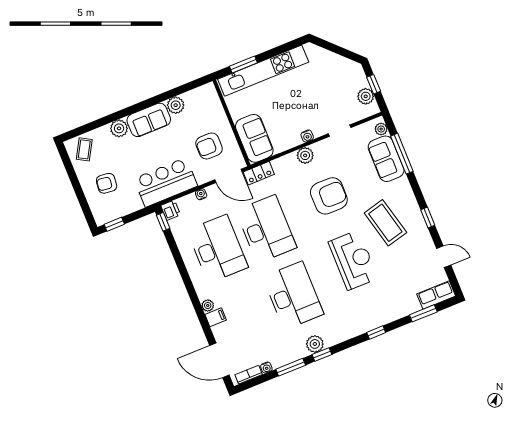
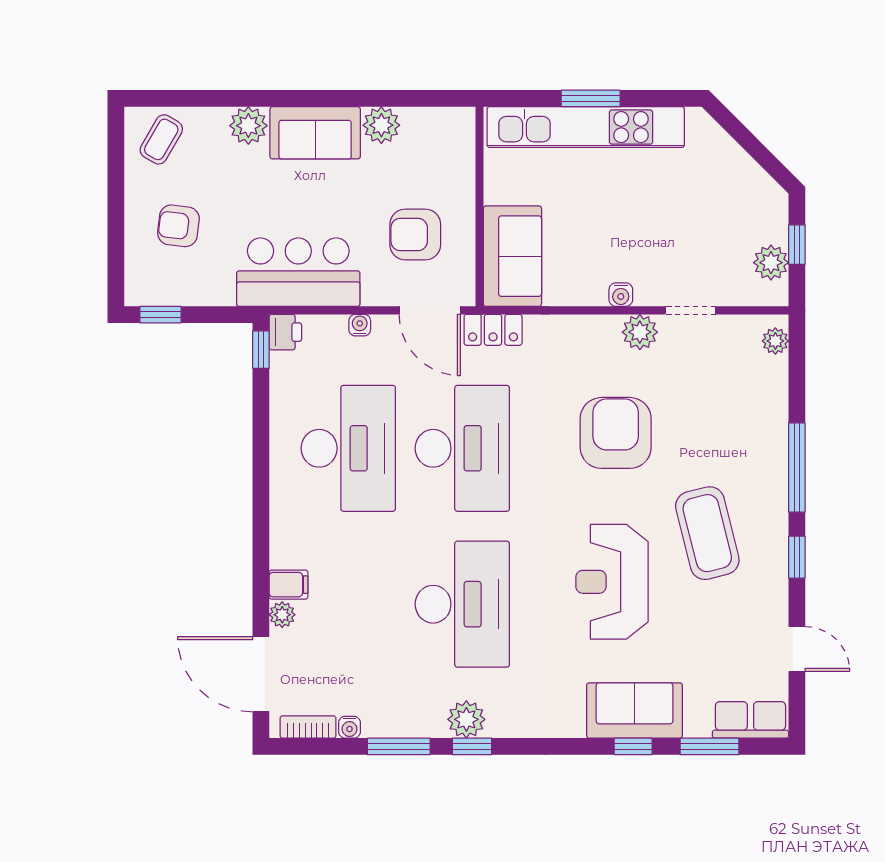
window: (243, 64) -> (591, 98), moved
window: (402, 154) -> (797, 468), moved
plant: (305, 155) -> (640, 332), moved
sofa: (386, 159) -> (635, 710), moved, turned 90
armchair: (329, 196) -> (616, 433), turned -90
reception desk: (353, 260) -> (612, 582), turned 180
plant: (208, 305) -> (282, 615), moved
window: (376, 333) -> (633, 746), moved

